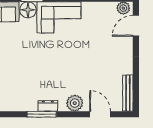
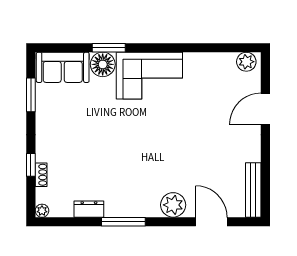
door: (136, 26) -> (265, 109), moved
dresser: (48, 106) -> (89, 209), moved

